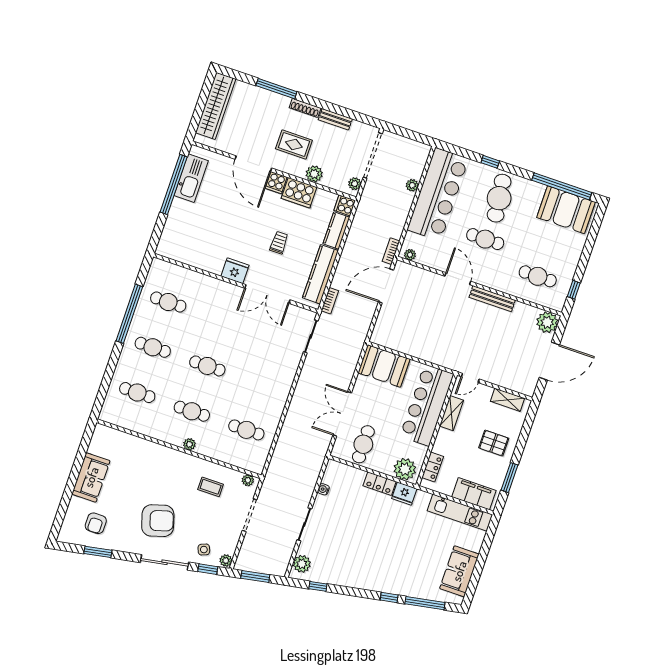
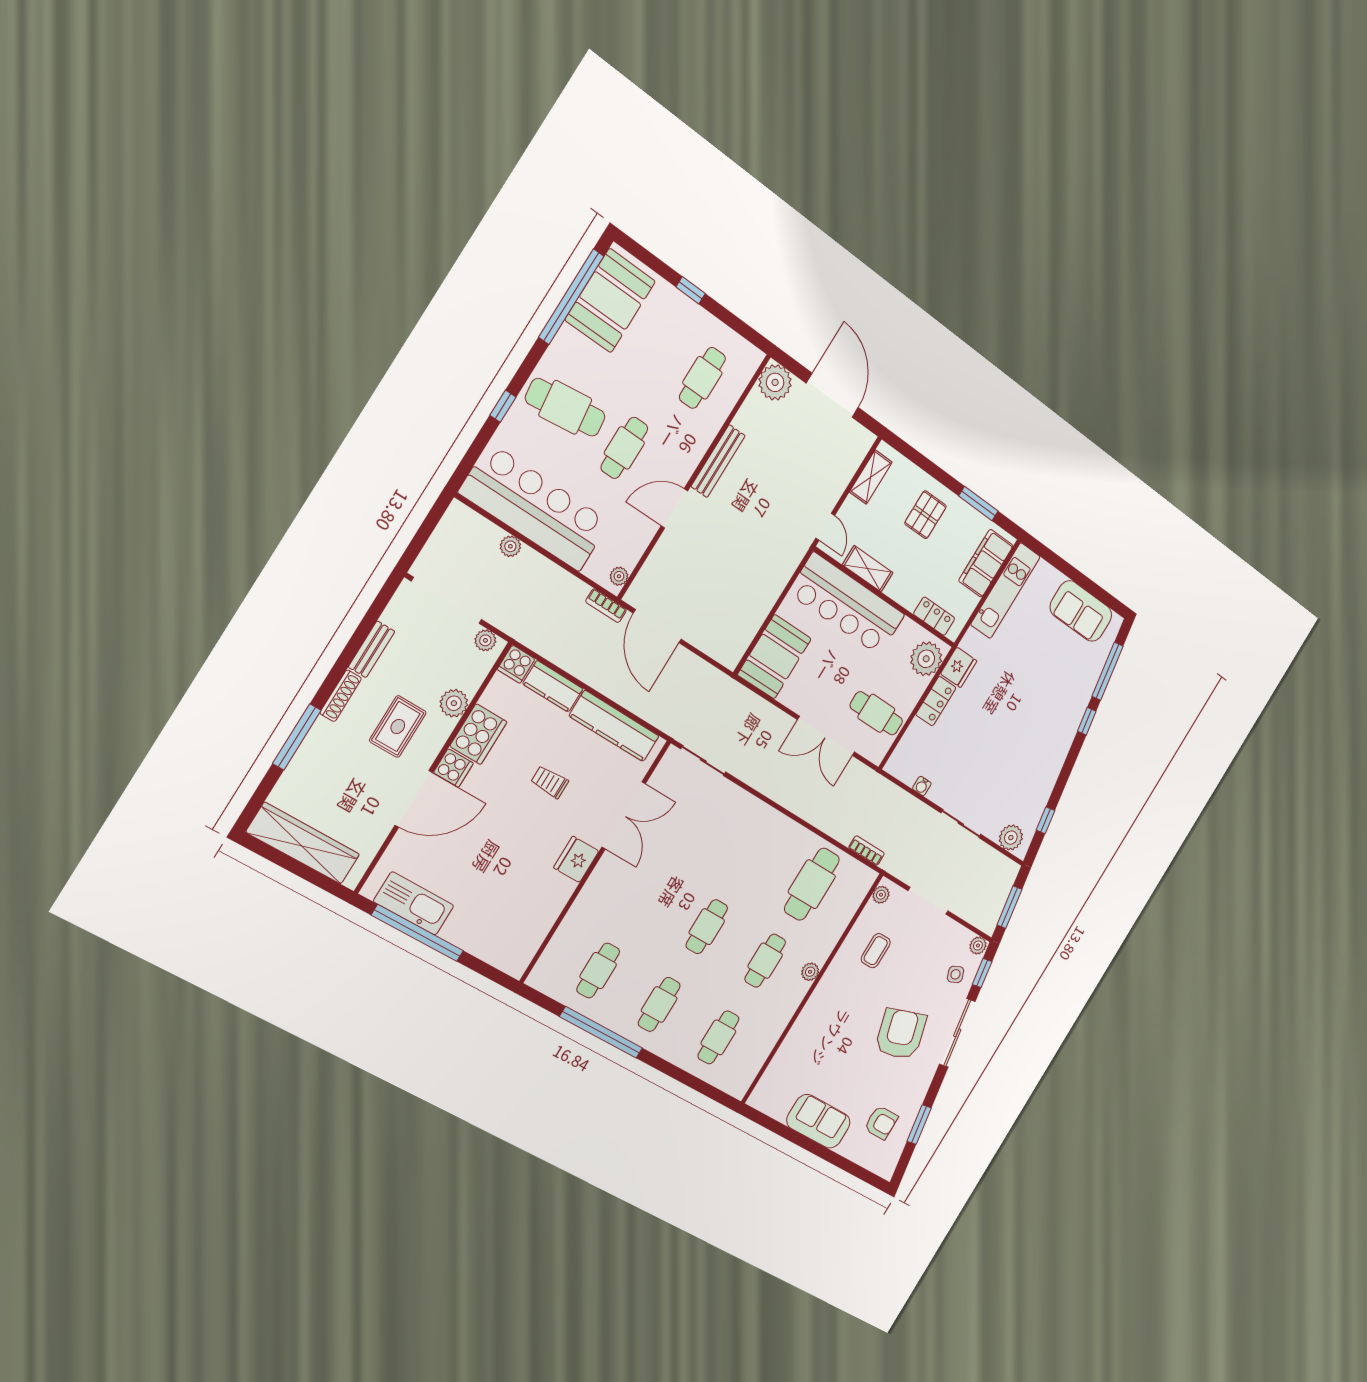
window: (574, 290) -> (691, 290), moved
bookcase: (330, 301) -> (866, 851), moved
cafe table: (246, 430) -> (812, 884), width x1.37, depth x1.35

